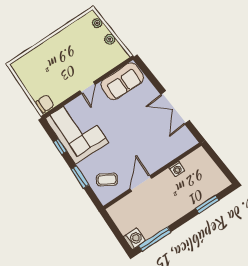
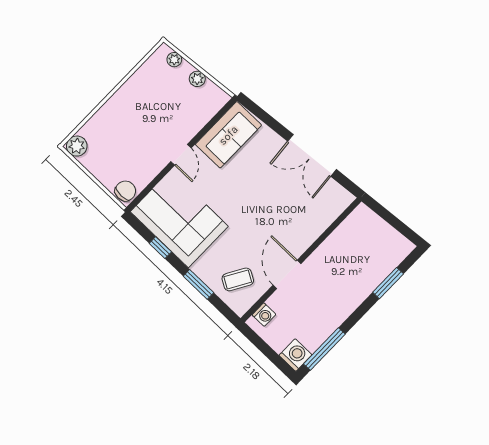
plant: (19, 66) -> (77, 146), added
washing machine: (177, 169) -> (264, 315), moved

